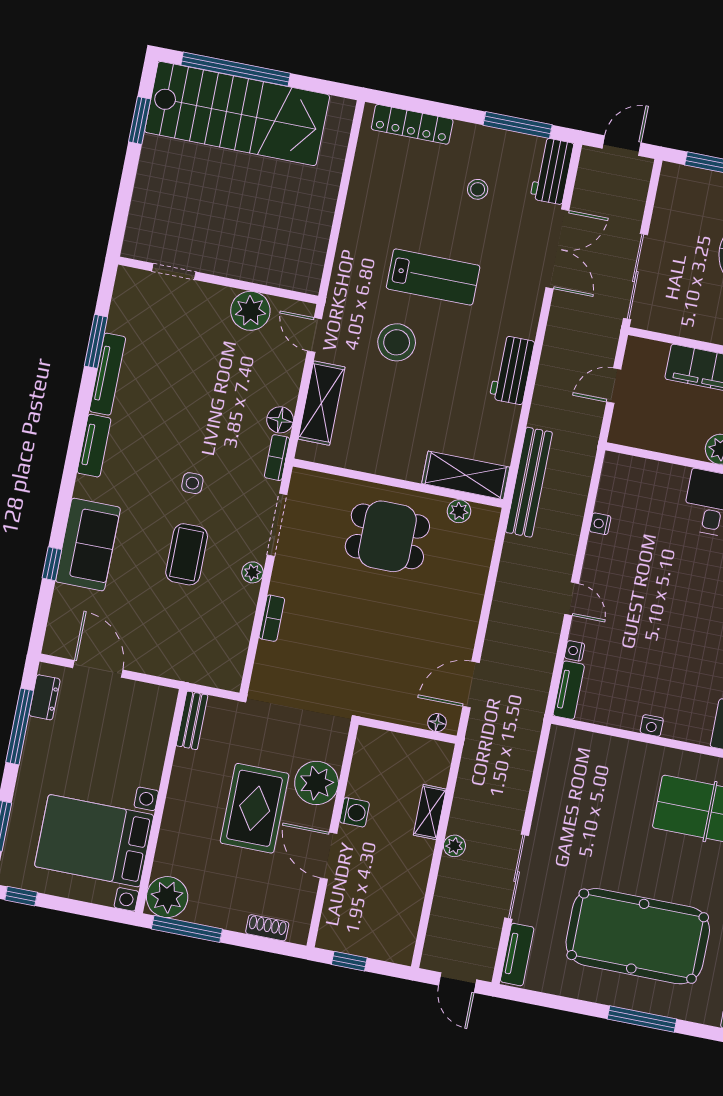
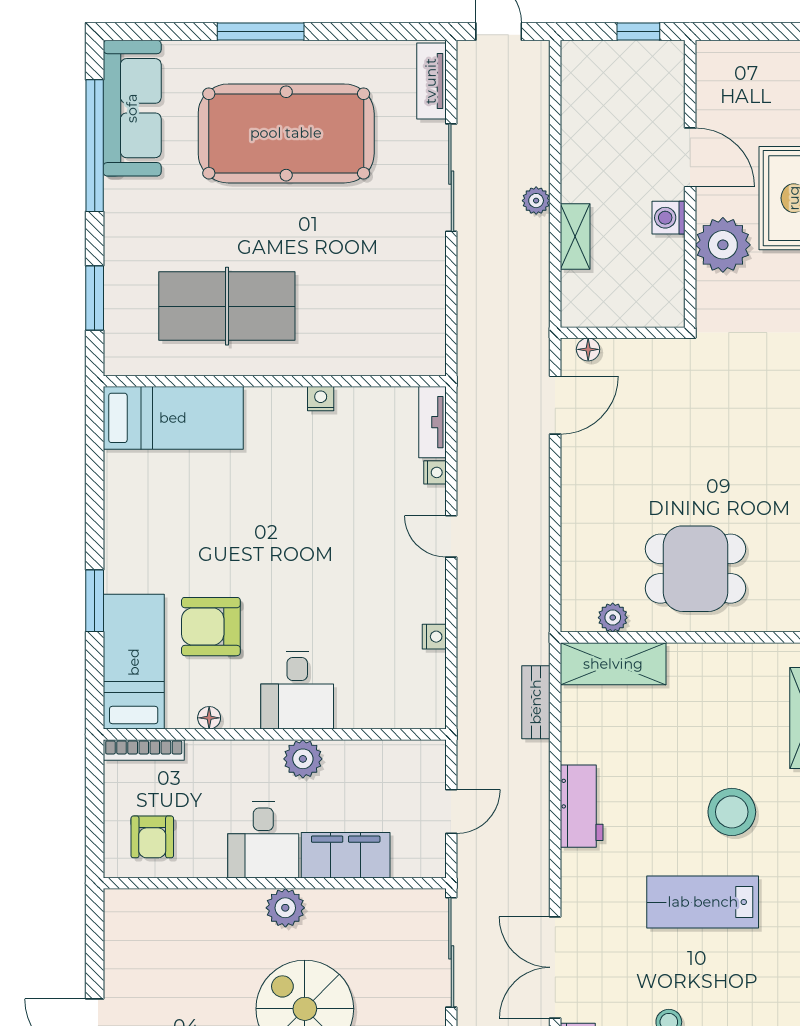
bench: (529, 482) -> (536, 702), width x0.54, depth x0.82
shoe rack: (267, 928) -> (748, 53), removed

